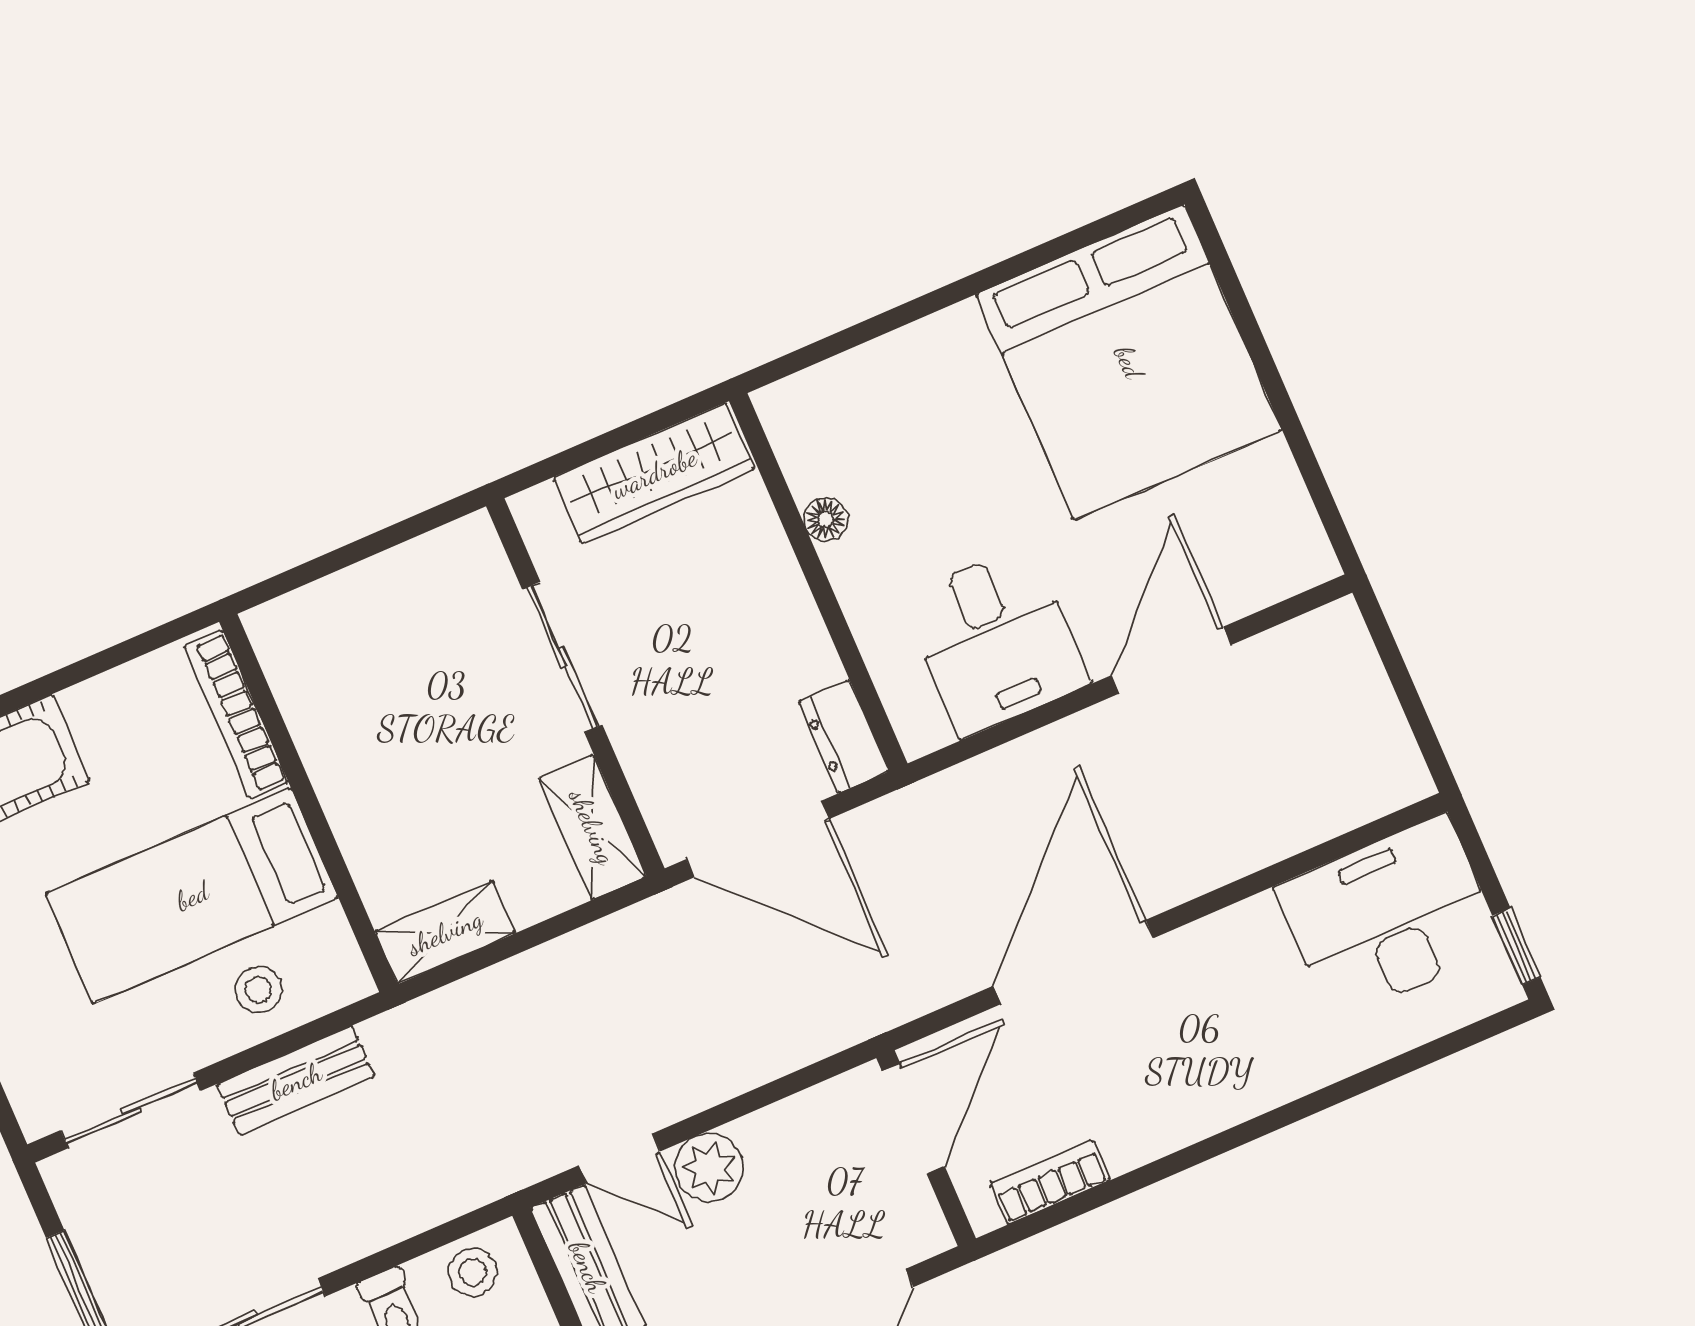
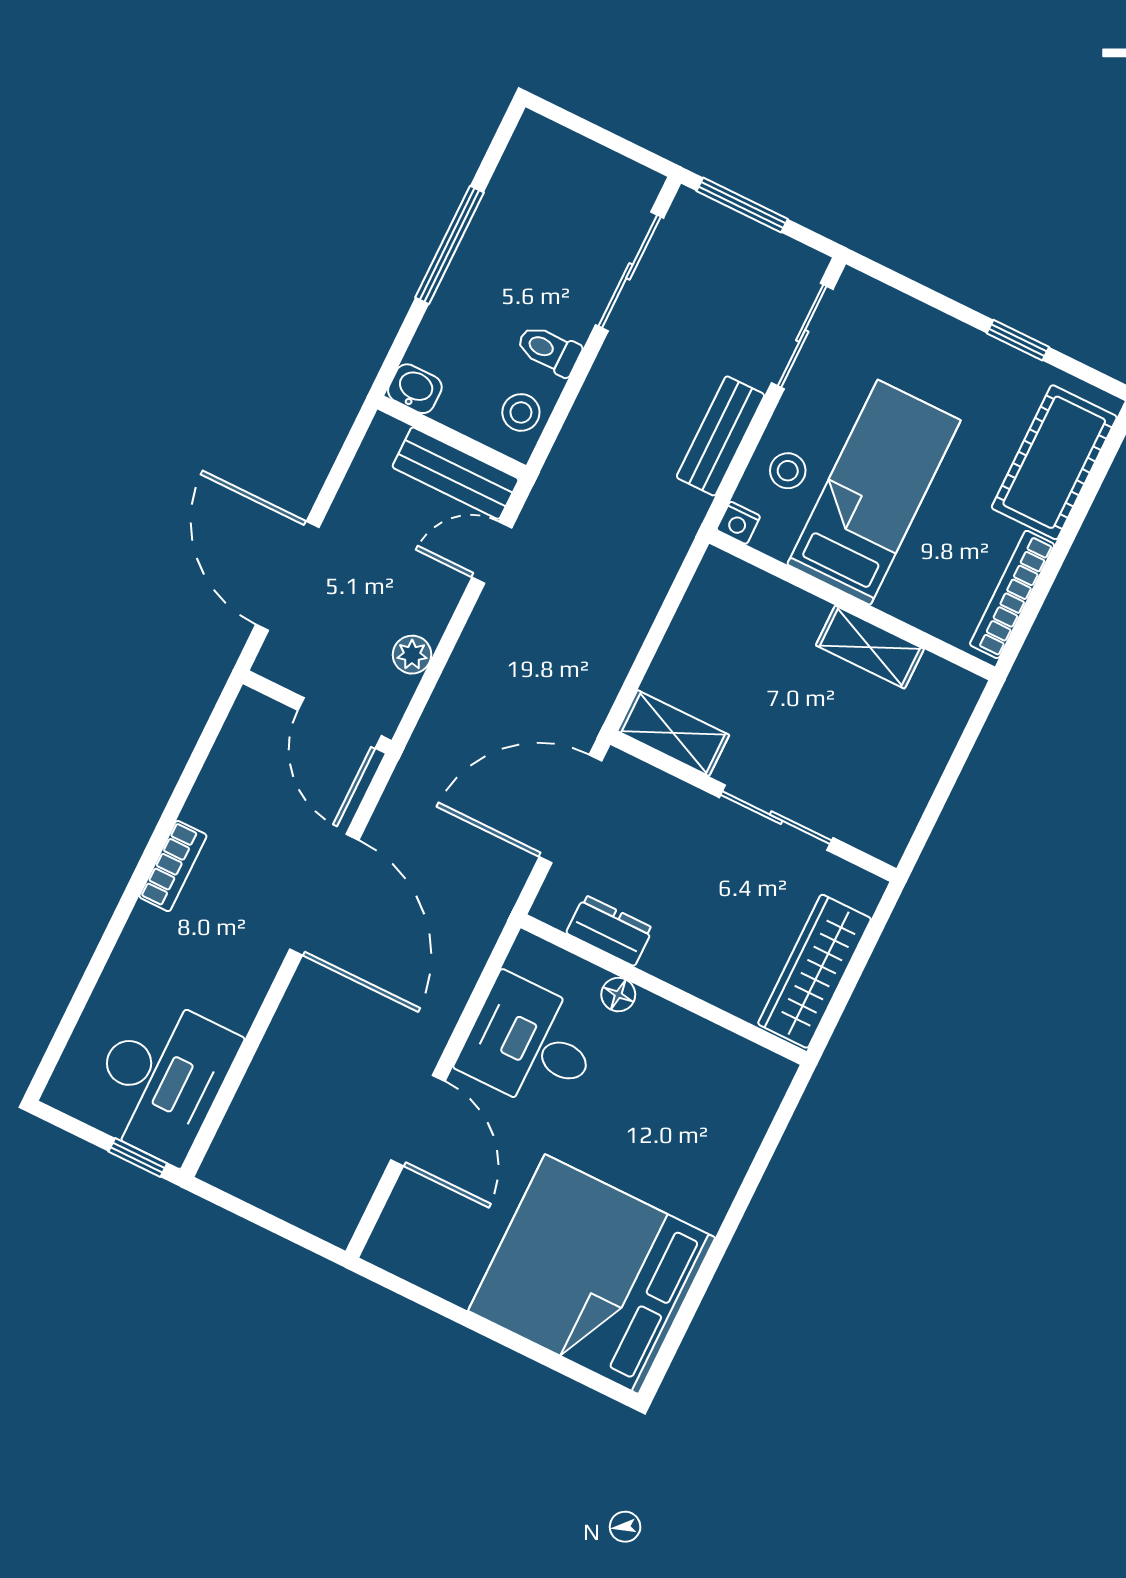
floor lamp: (826, 519) -> (618, 995), moved
bookcase: (236, 714) -> (1012, 594), moved, turned -90
dresser: (844, 737) -> (610, 931), moved
shelving: (445, 932) -> (870, 647), moved, turned 90
window: (1516, 946) -> (138, 1158), moved
nightstand: (351, 980) -> (738, 523), added
plant: (709, 1167) -> (412, 655), moved, width x0.73, depth x0.73
bookcase: (1050, 1182) -> (173, 866), moved

